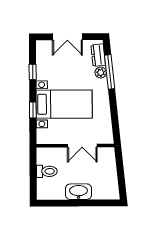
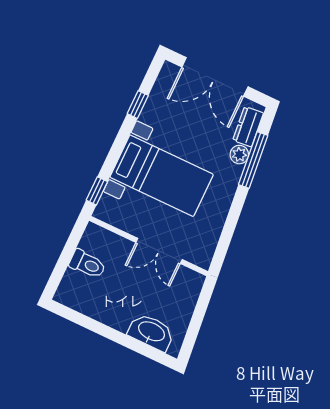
double door: (67, 37) -> (215, 77), width x1.37
window: (33, 110) -> (97, 191), moved
washbasin: (79, 192) -> (151, 332), moved

